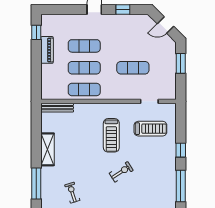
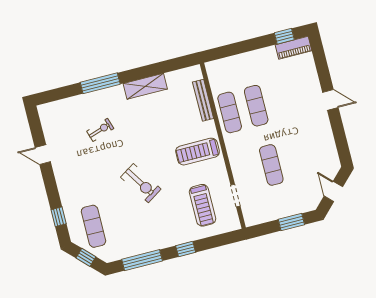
window: (123, 9) -> (339, 135), removed
exercise mat: (84, 46) -> (283, 99), removed
piano: (47, 50) -> (294, 48), moved
bench: (57, 108) -> (203, 100), moved
treadmill: (111, 135) -> (198, 152), moved
exercise bike: (121, 172) -> (141, 183), width x1.38, depth x1.39

